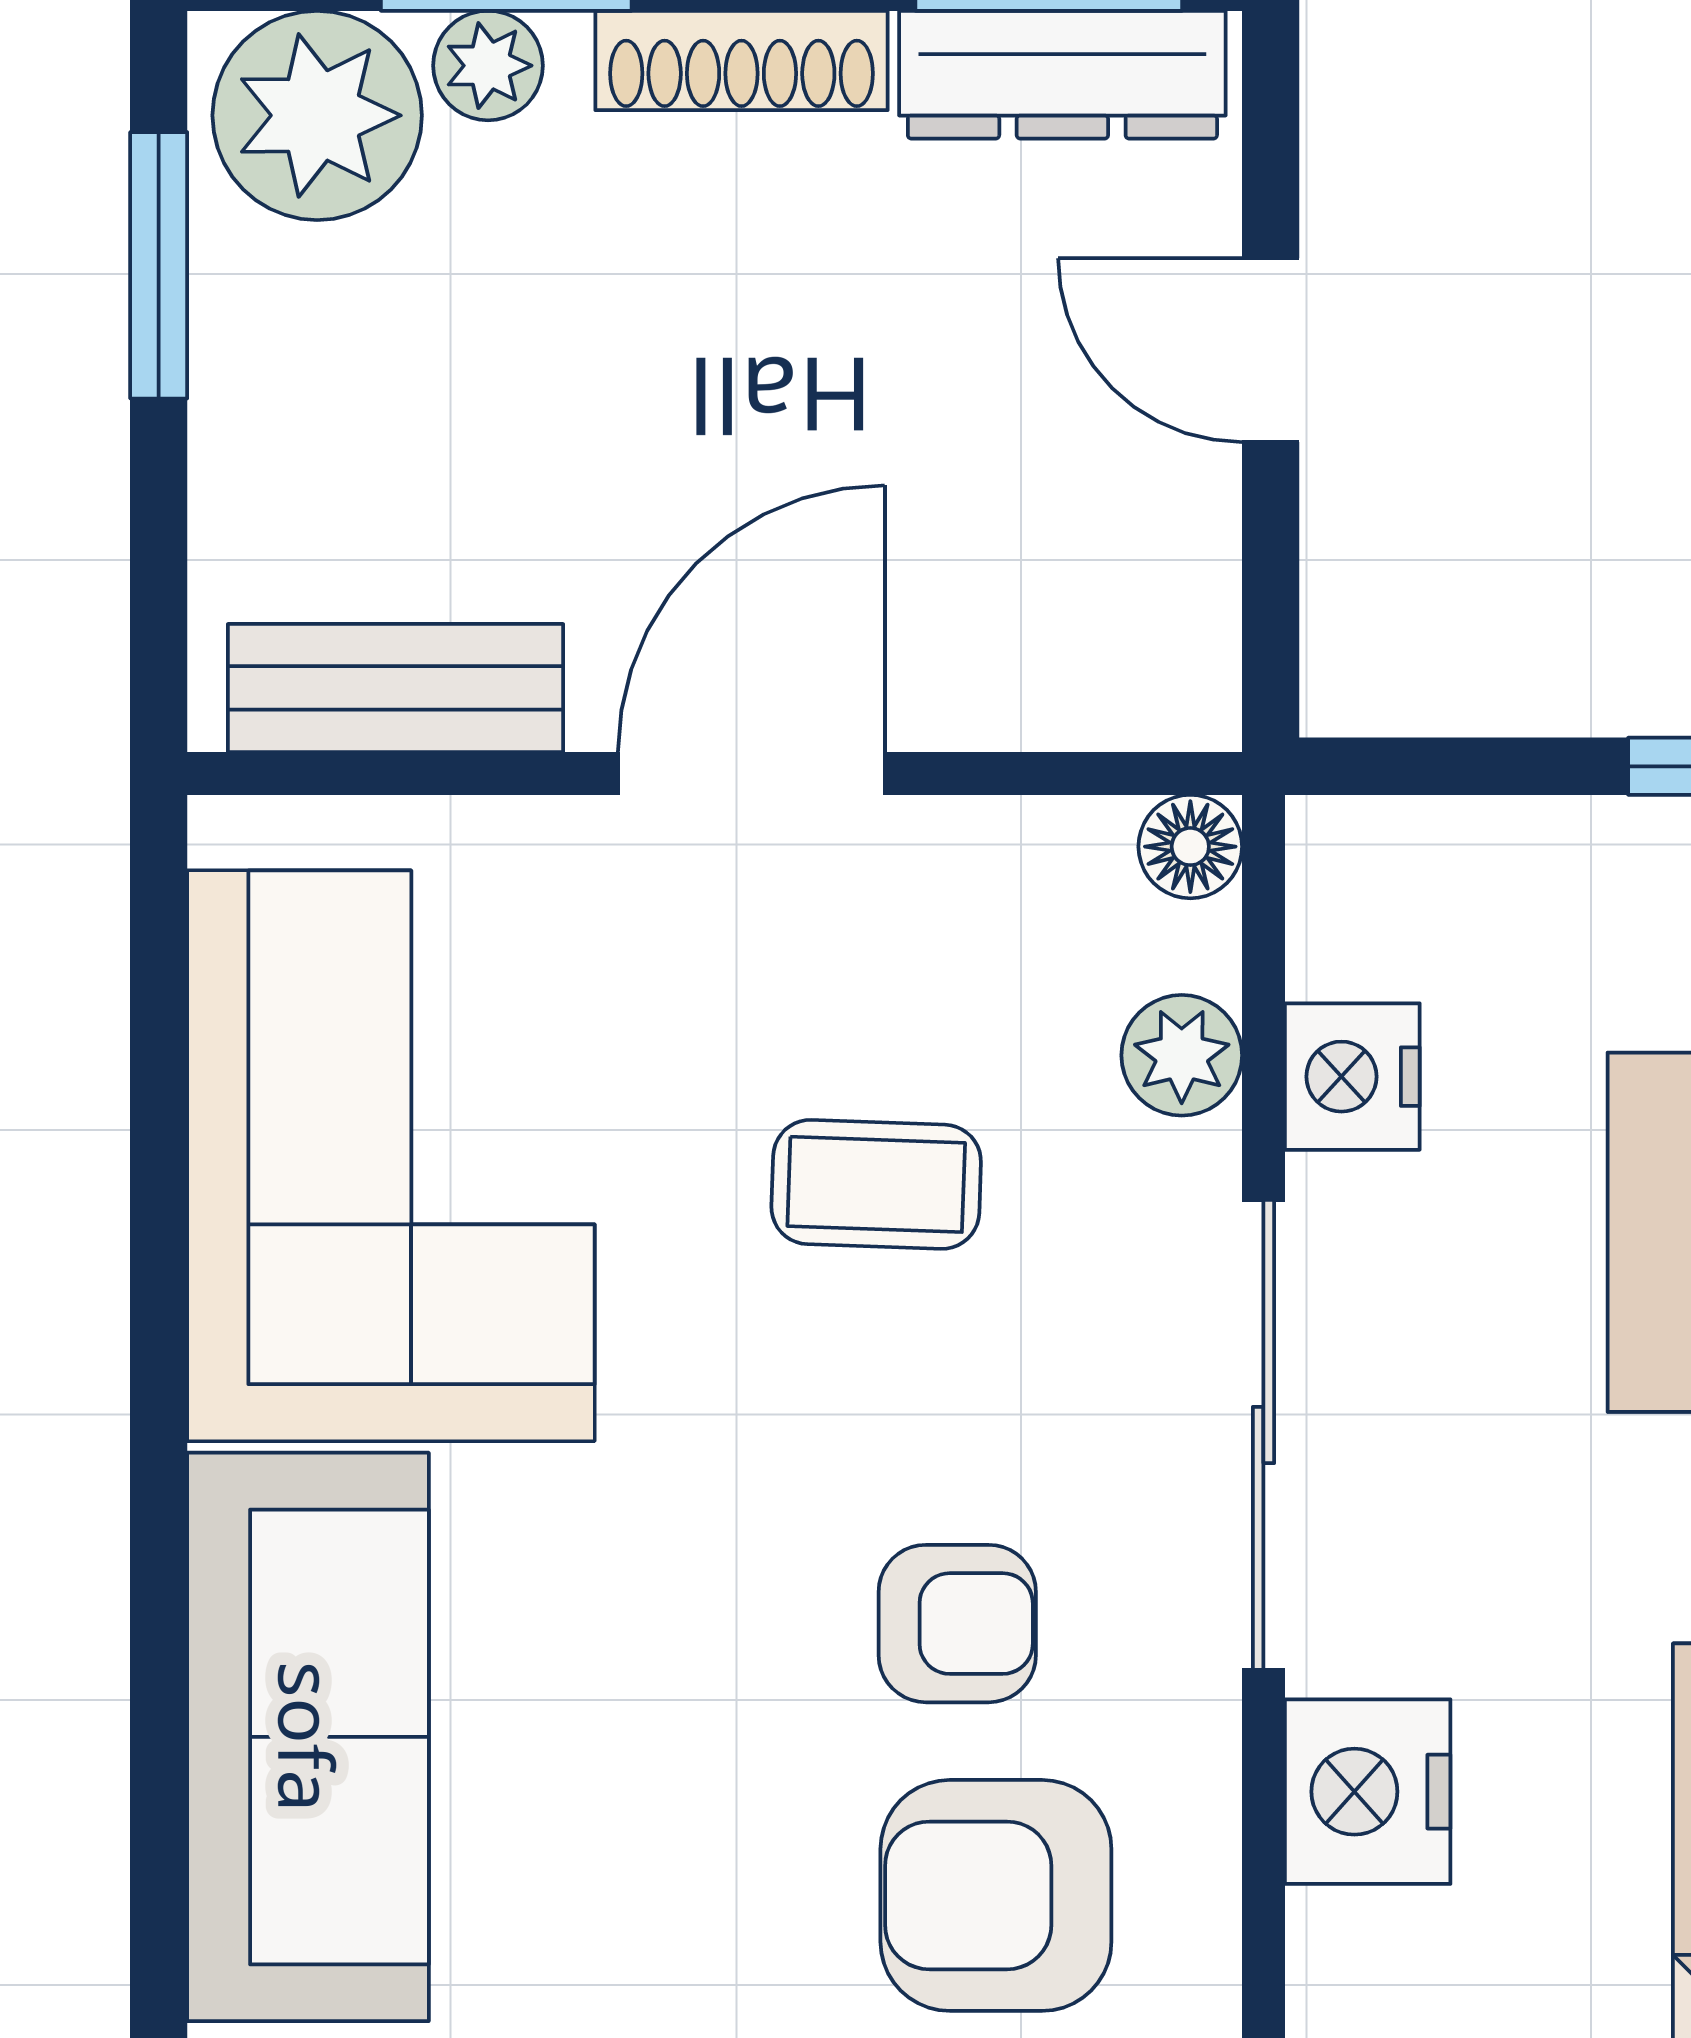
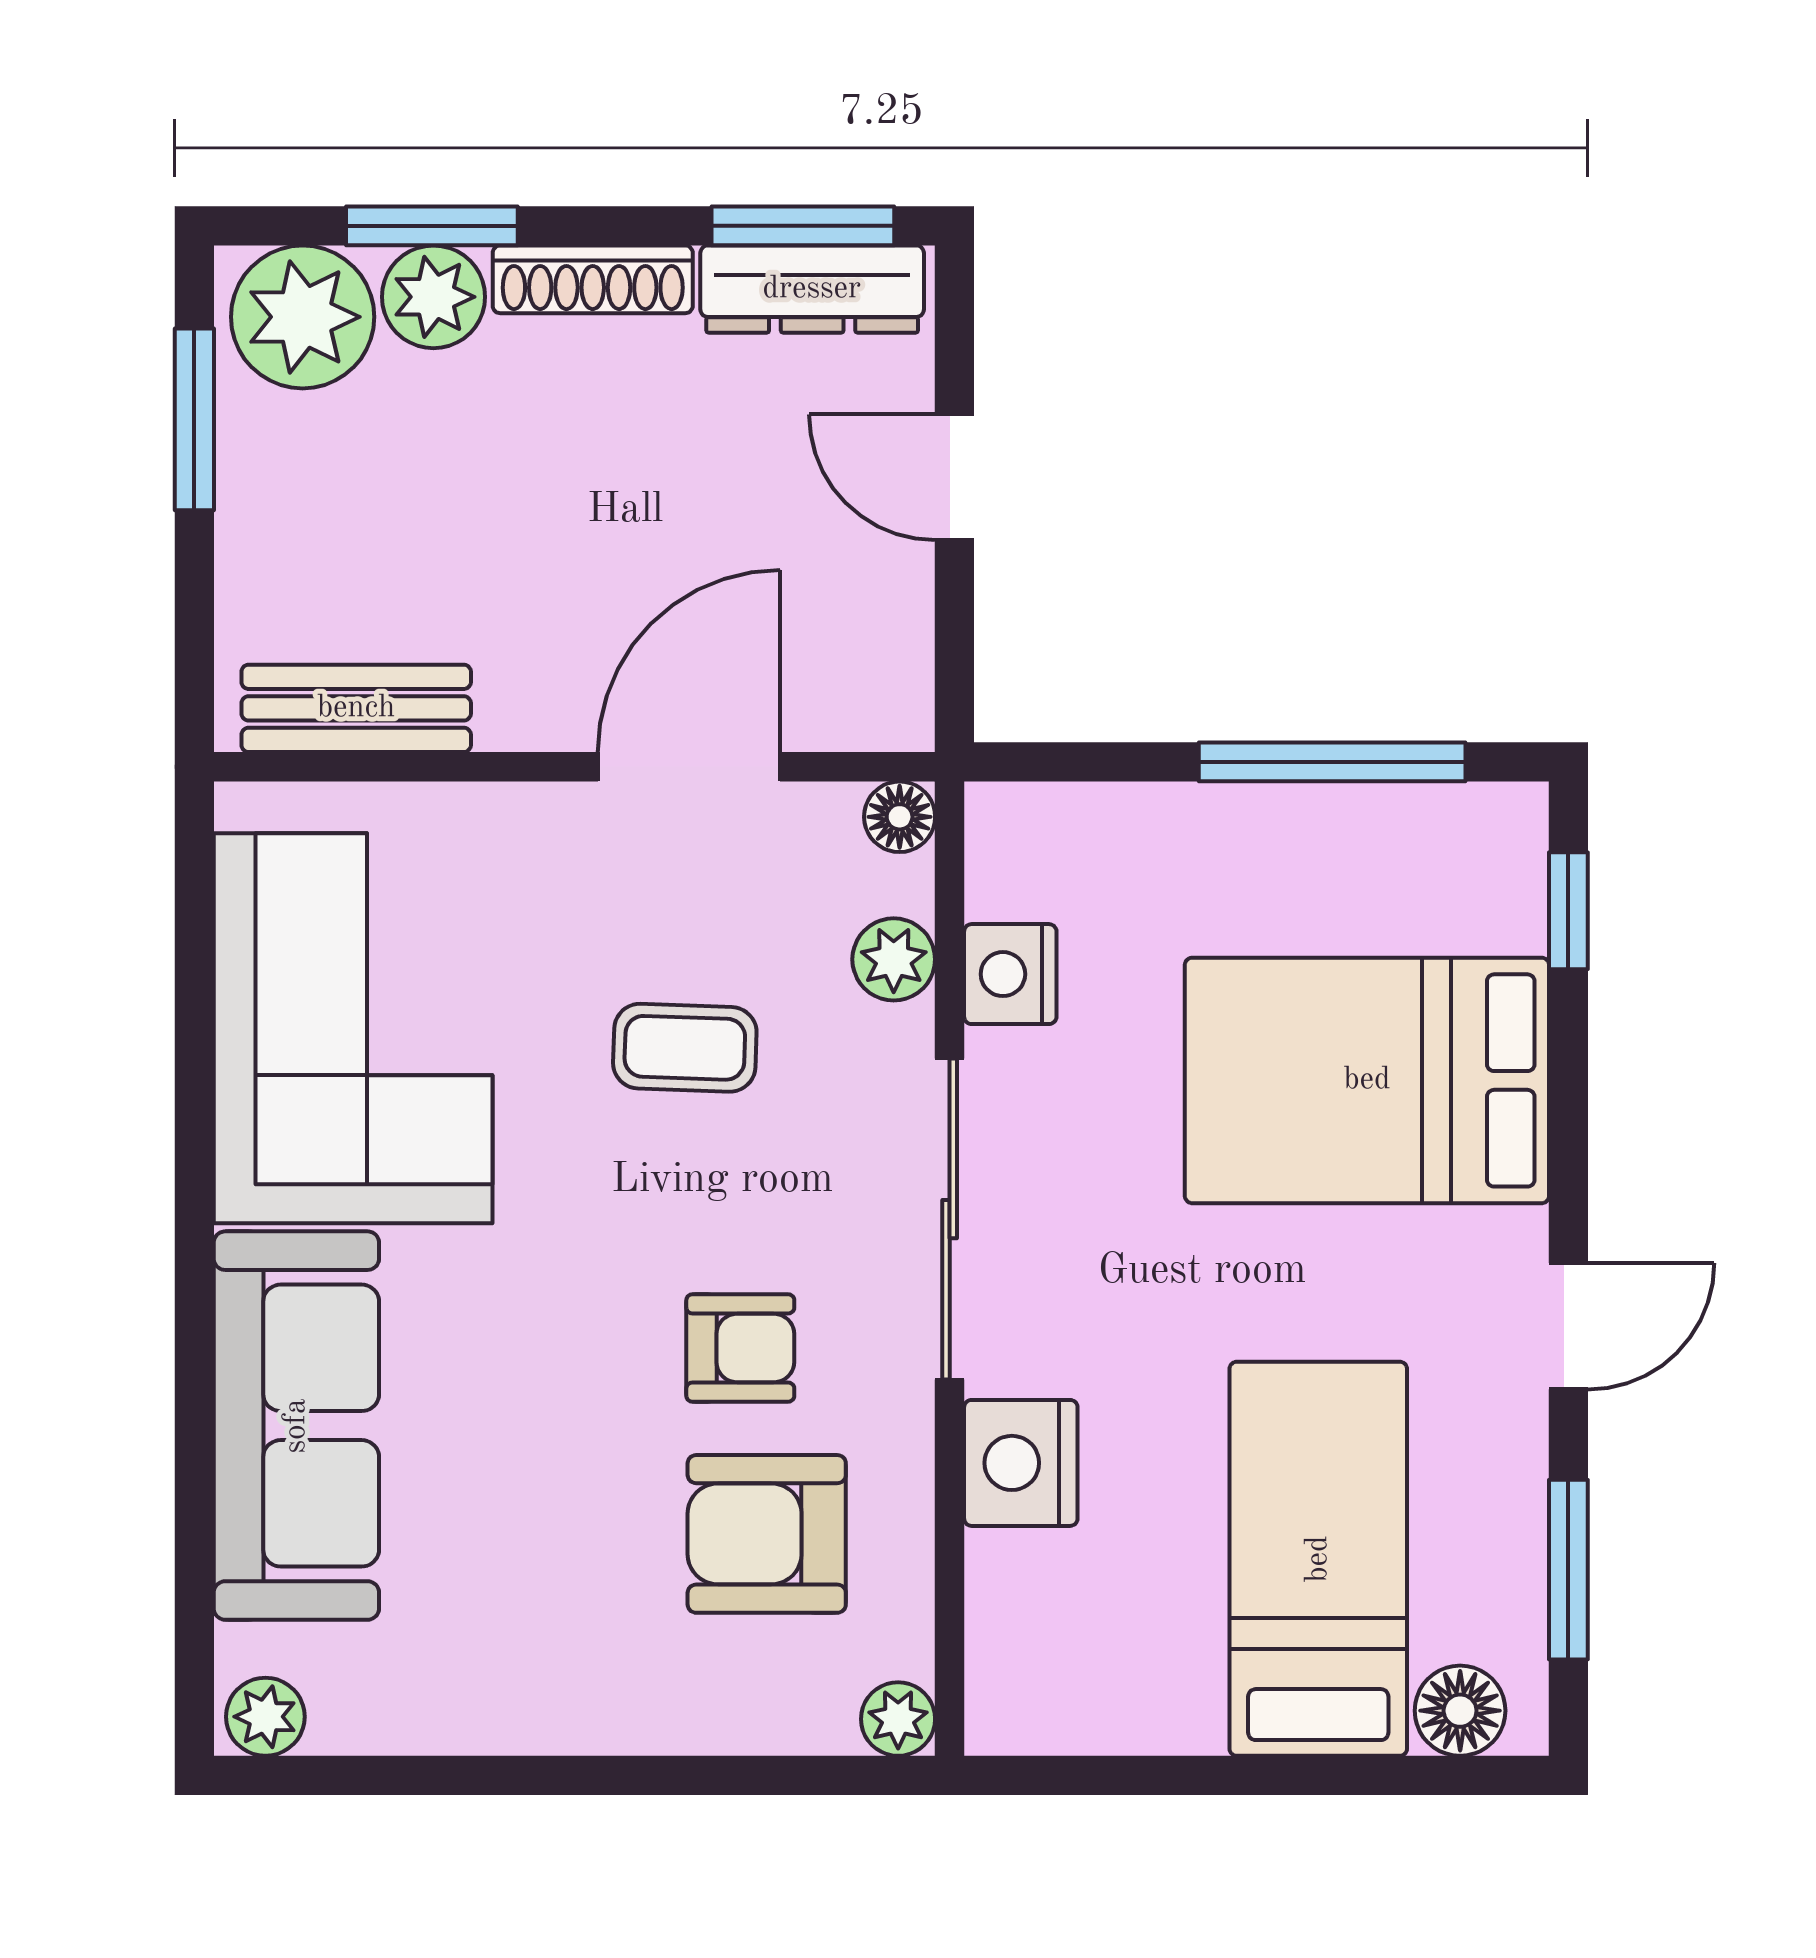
plant: (488, 66) -> (433, 297), width x1.38, depth x1.38
door: (751, 773) -> (689, 767), moved

